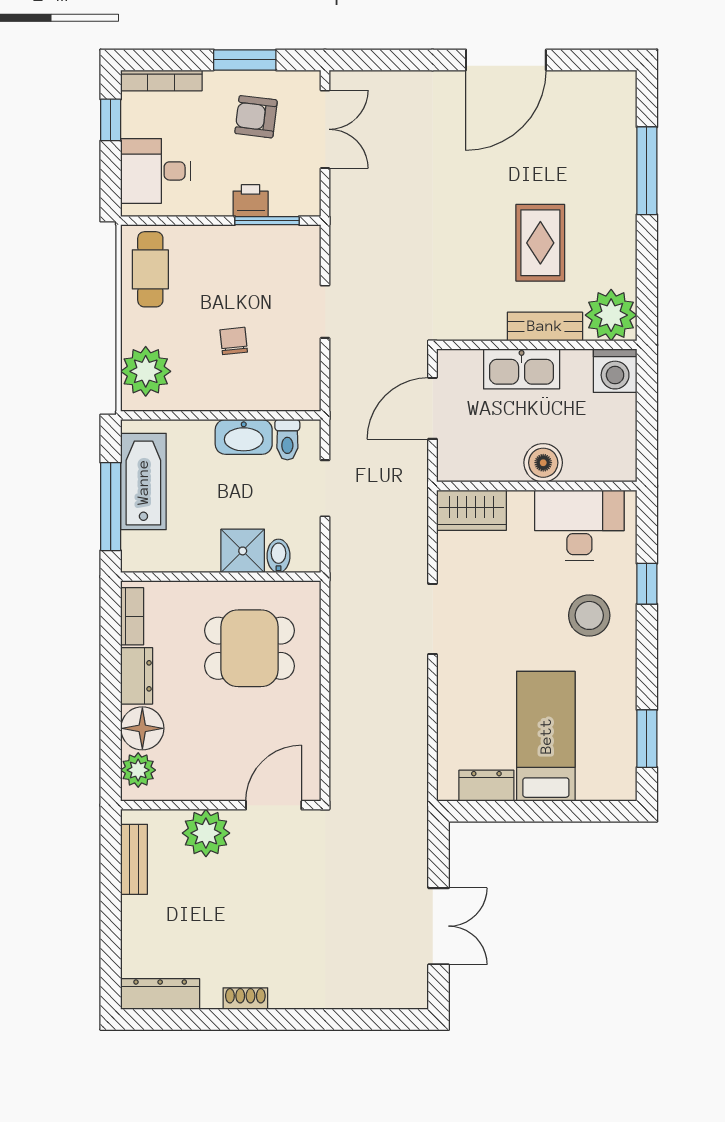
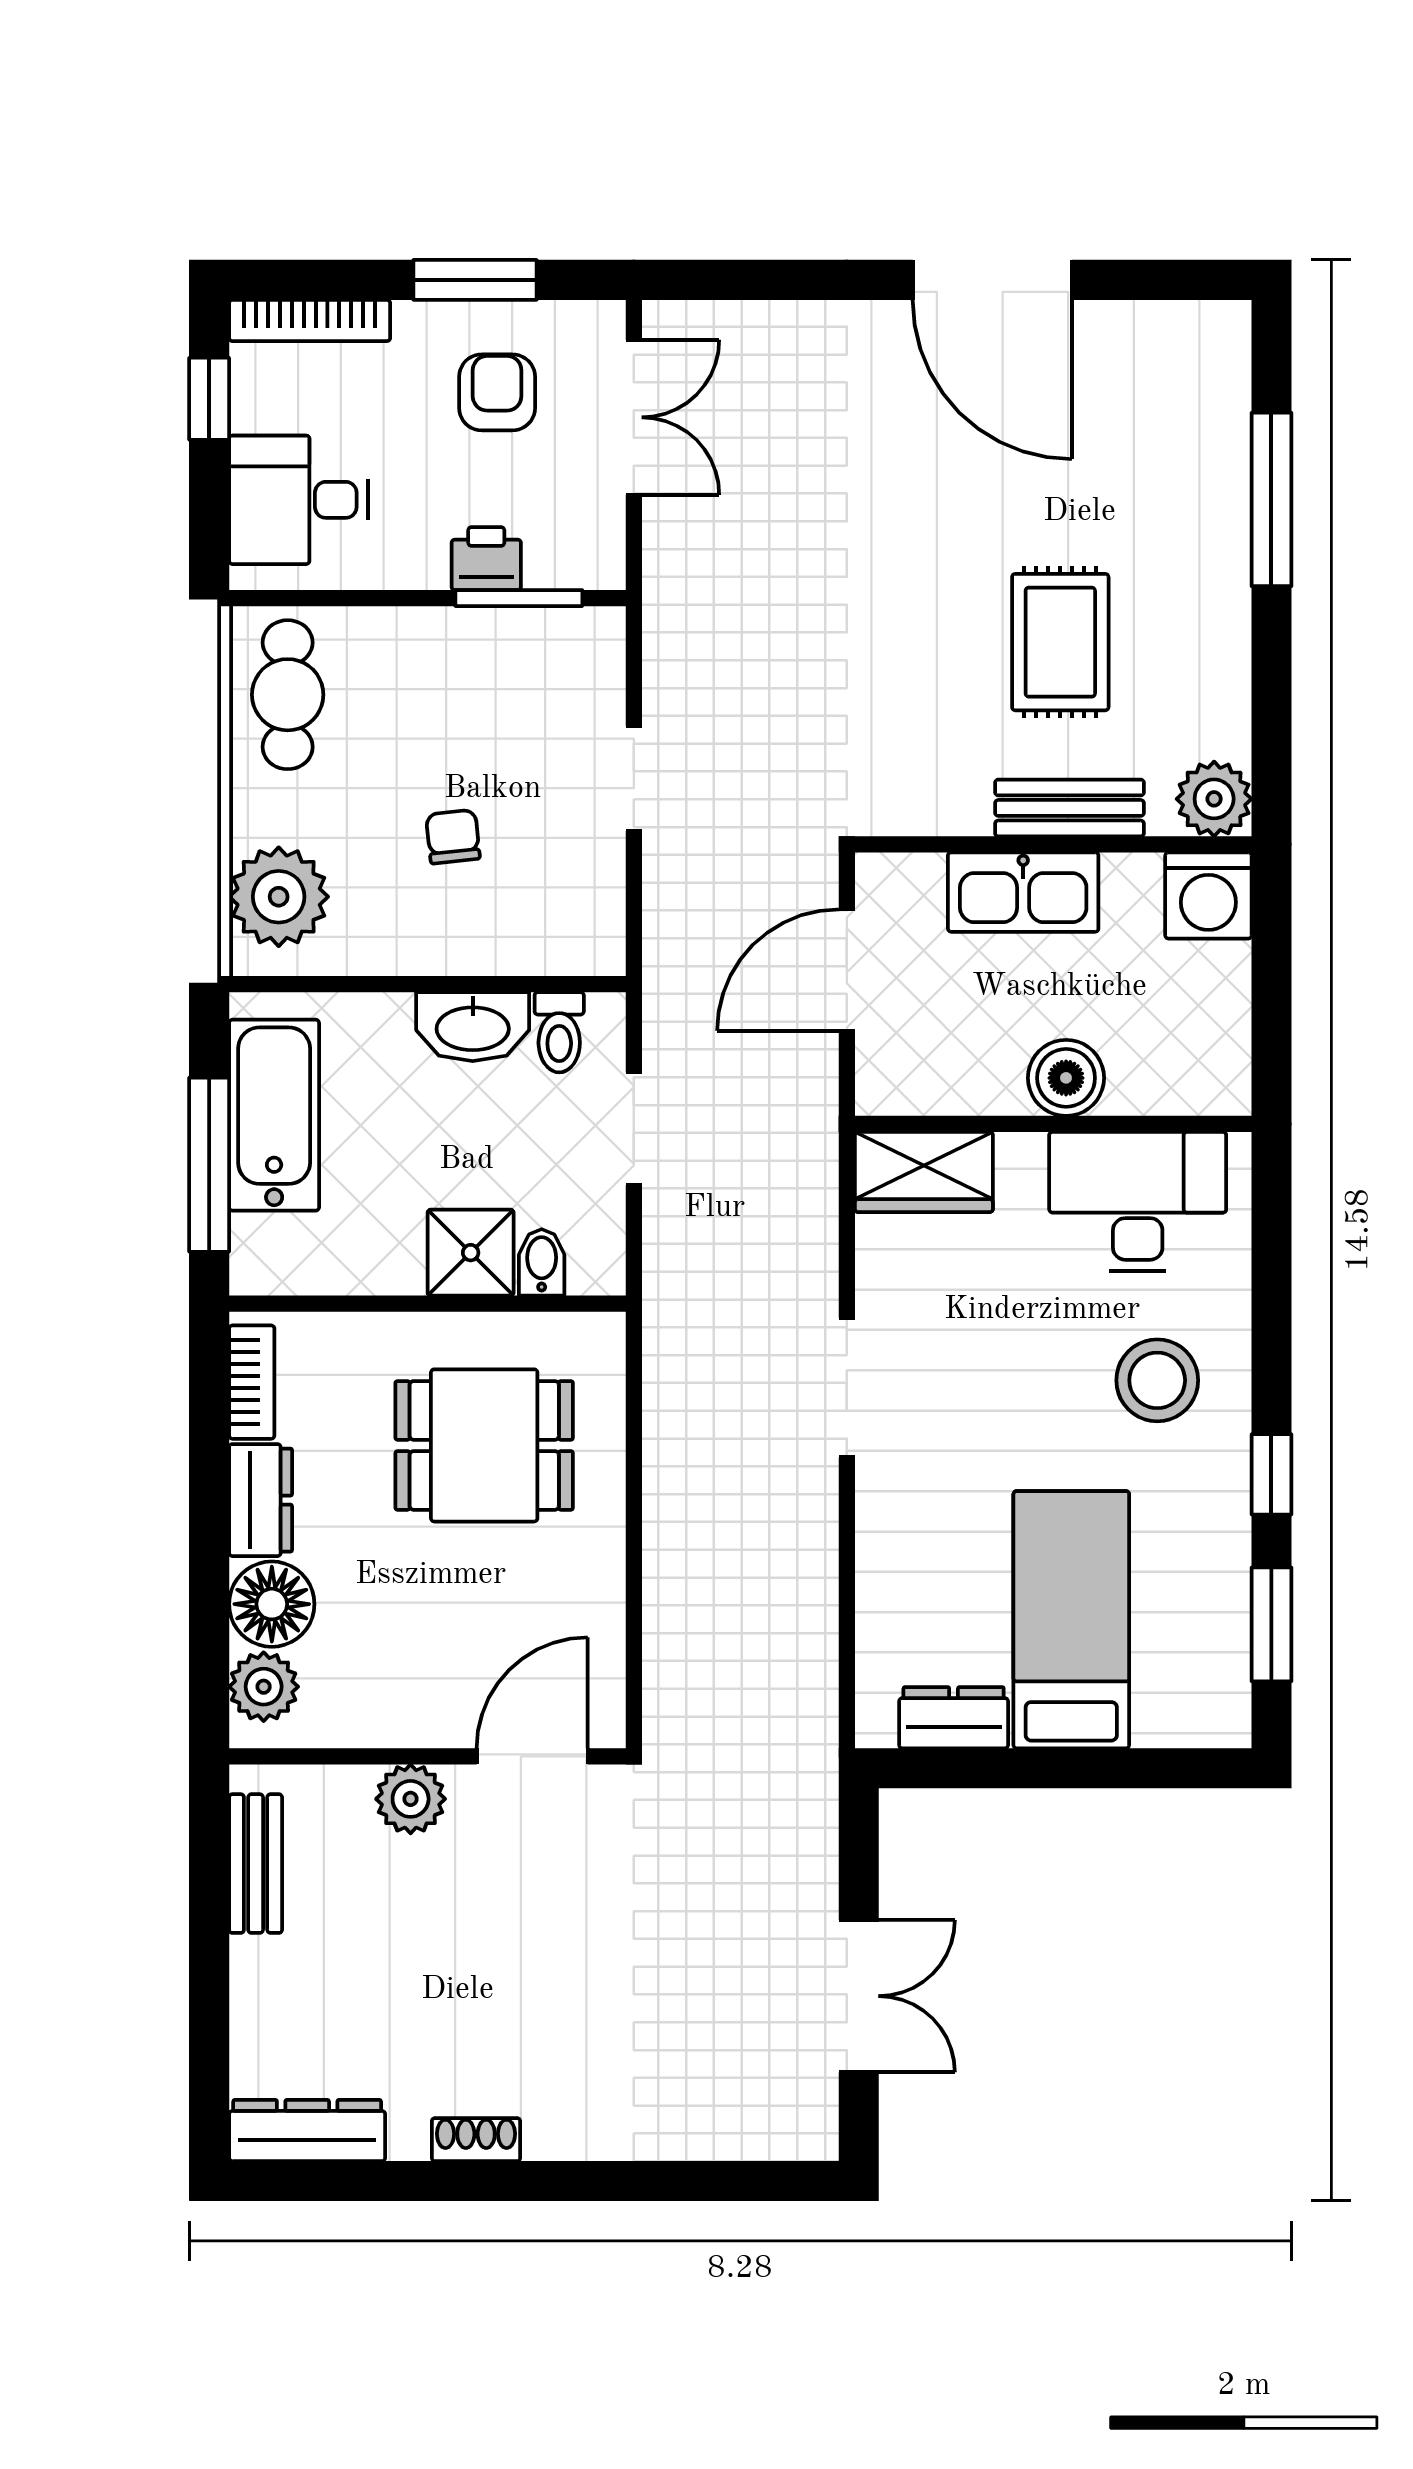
door: (506, 60) -> (992, 280), hinge flipped
armchair: (256, 117) -> (497, 392), turned 83
plant: (611, 315) -> (1214, 799), width x0.73, depth x0.73
window: (647, 584) -> (1271, 1474), moved
plant: (206, 833) -> (411, 1799), width x0.73, depth x0.73

